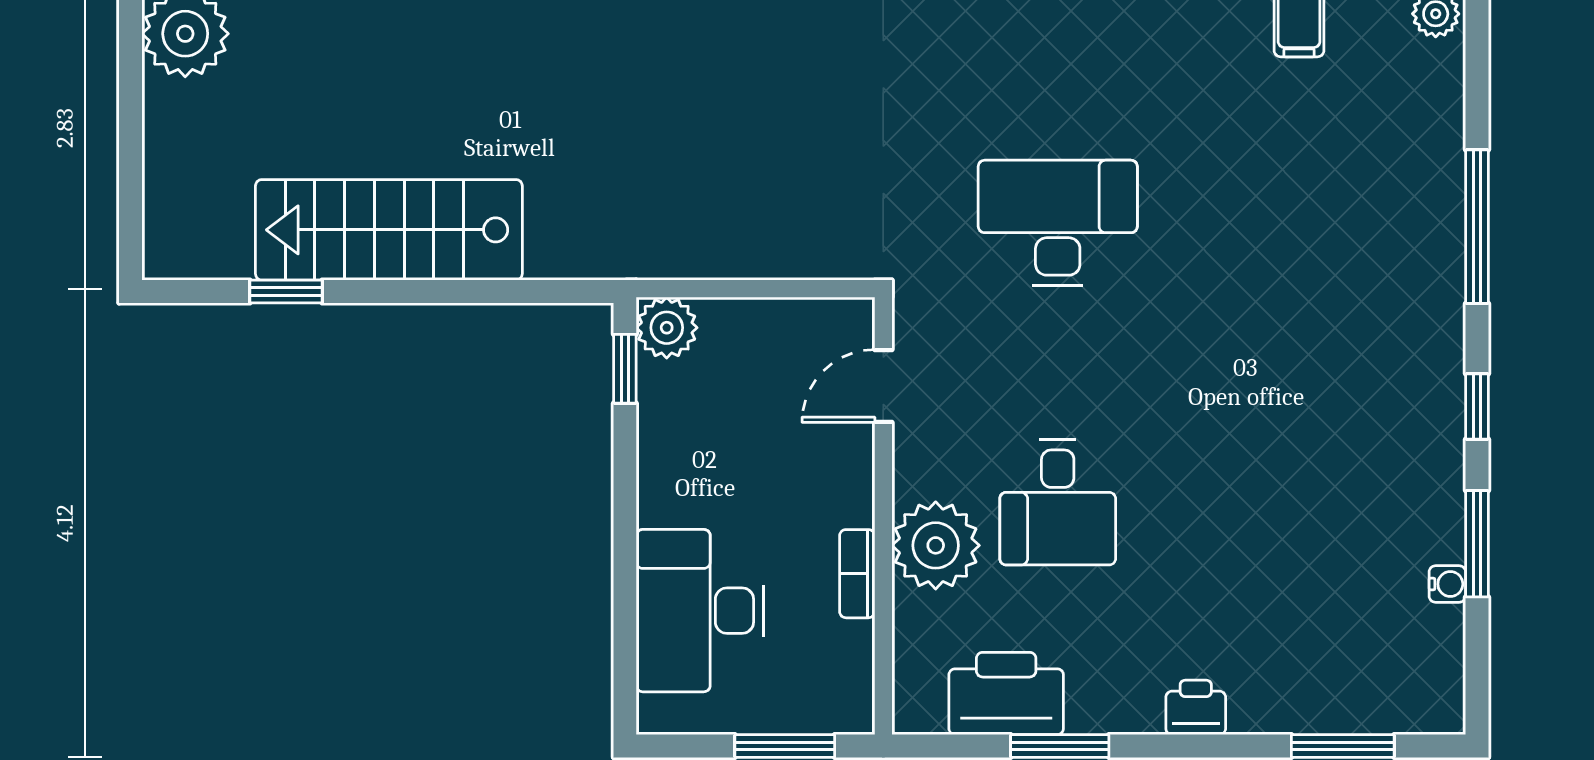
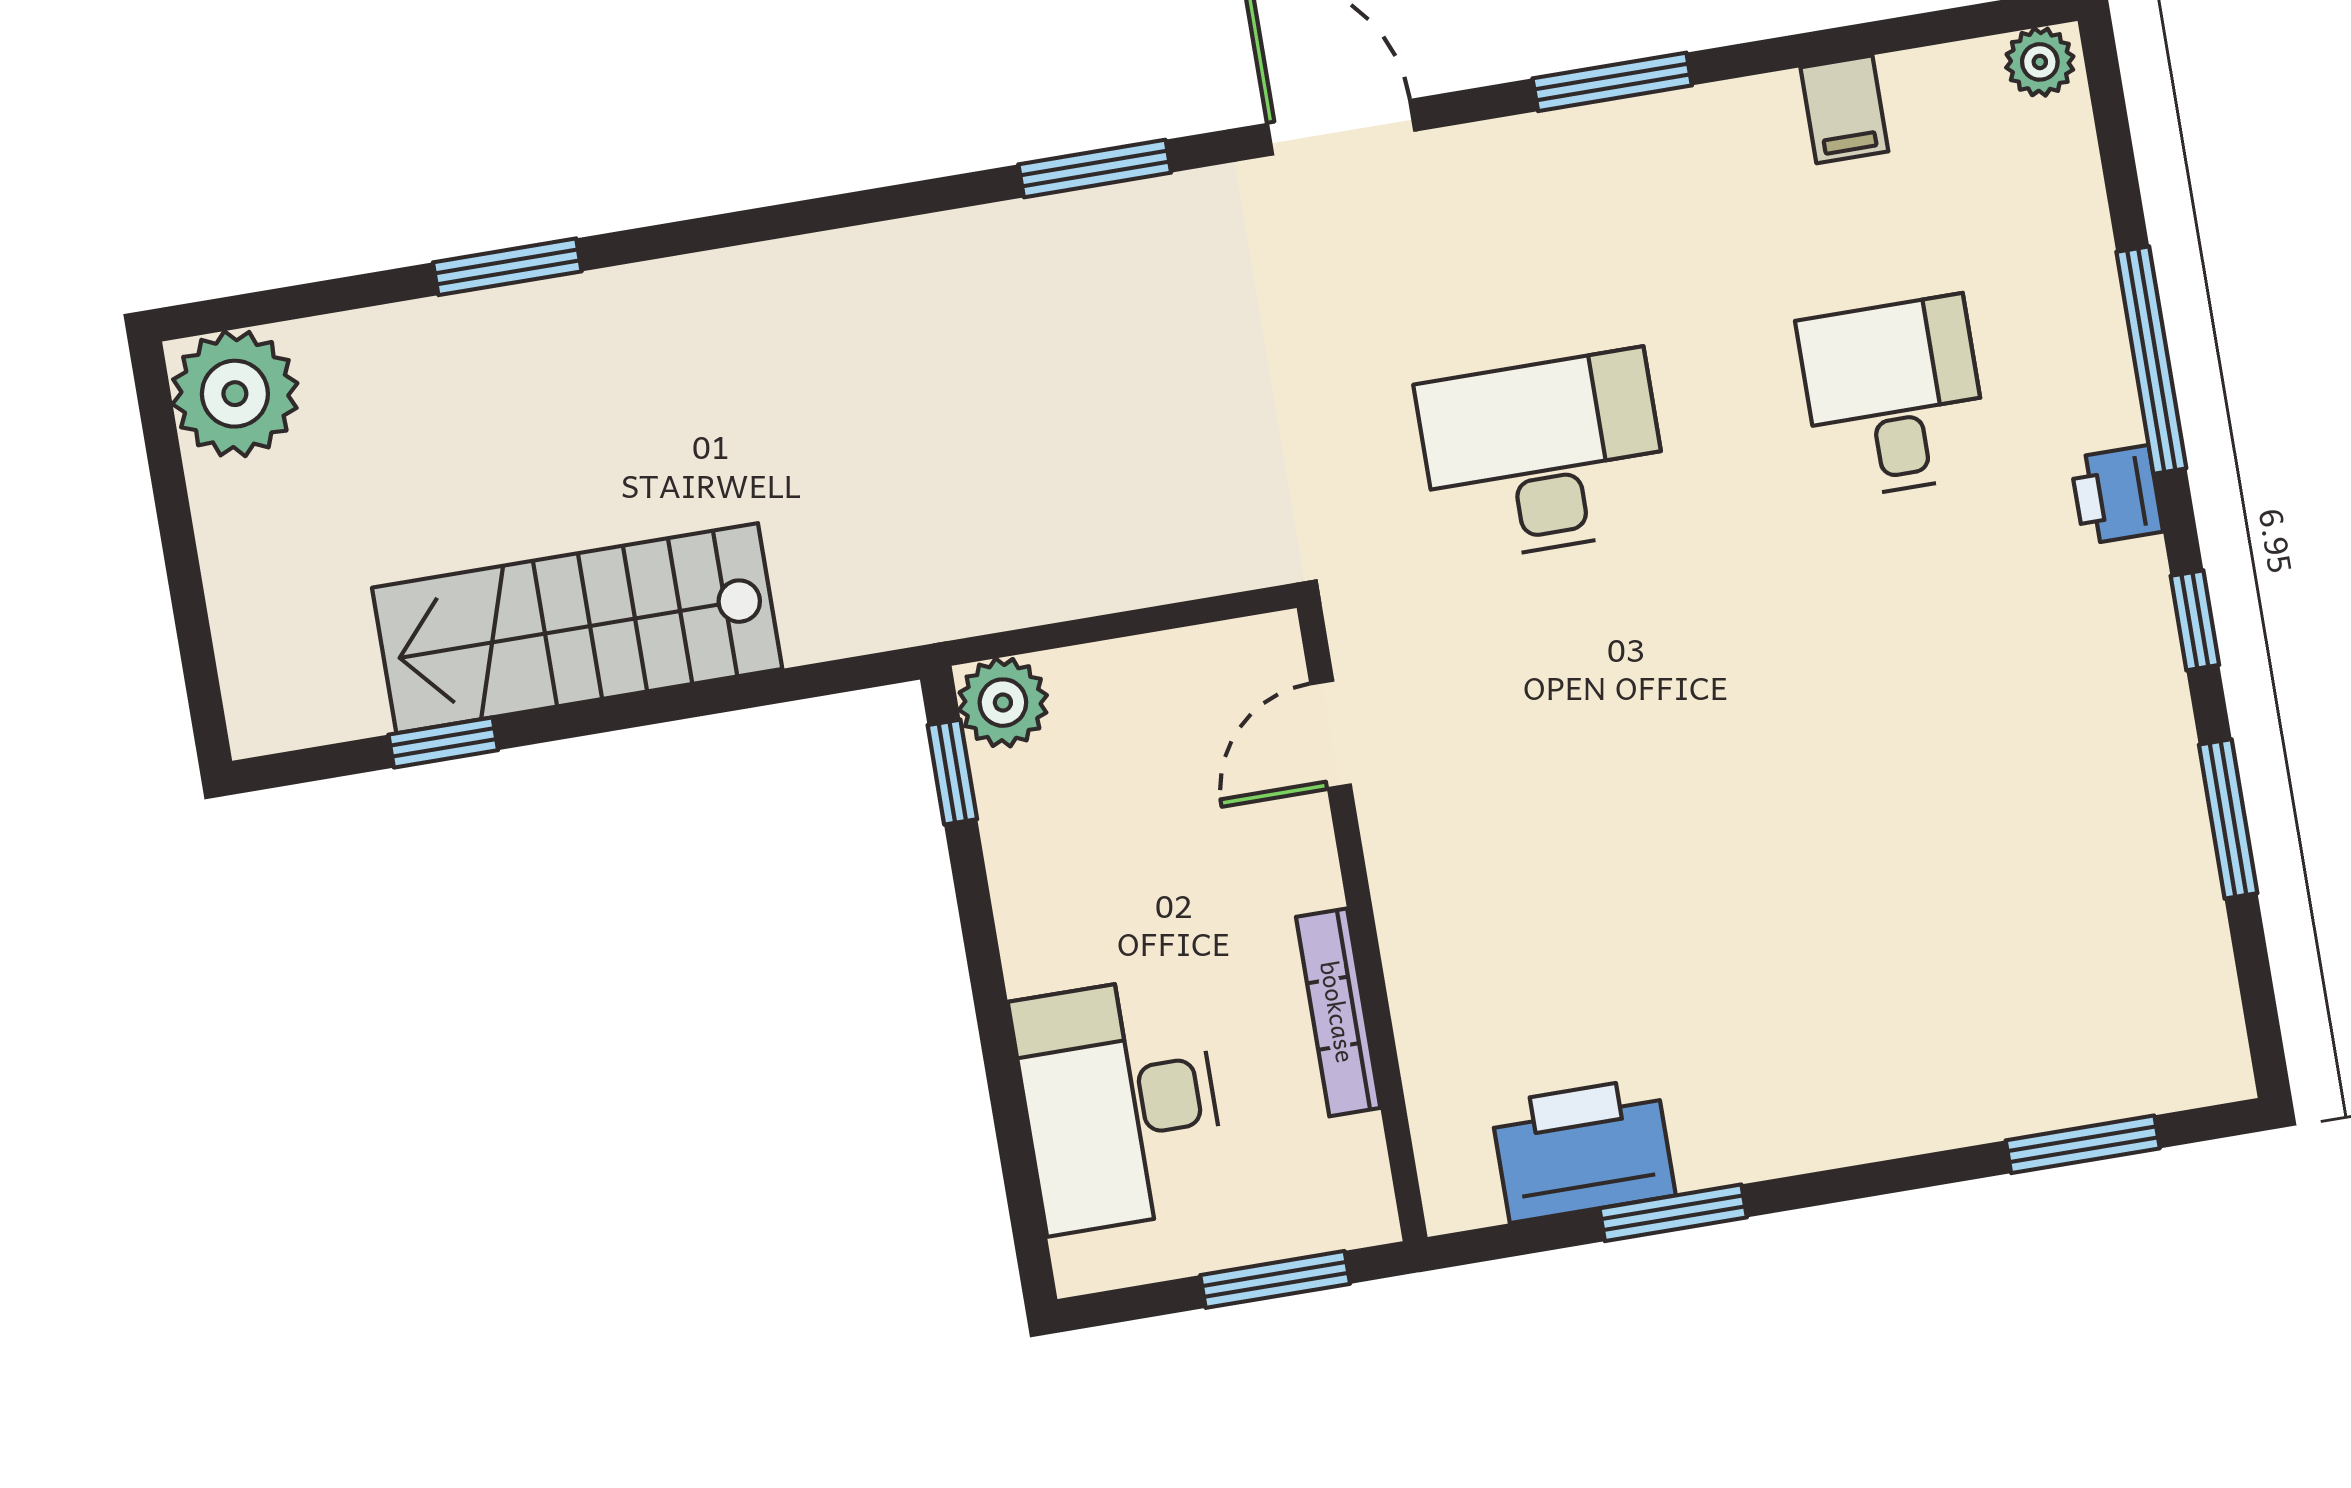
desk: (1058, 502) -> (1894, 397), moved, turned 180
plant: (936, 545) -> (1445, 953), removed
bookcase: (857, 574) -> (1338, 1012), width x1.56
water cooler: (1447, 584) -> (2195, 884), removed
printer: (1196, 707) -> (2116, 495), moved, turned -90

